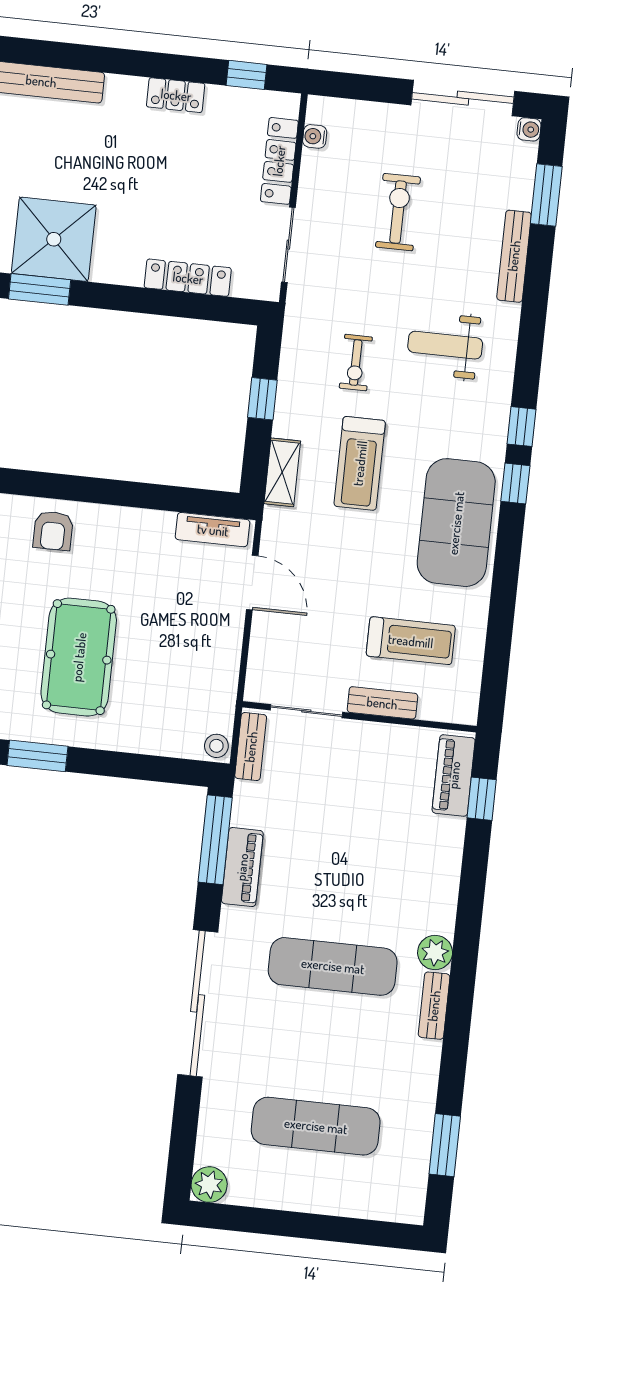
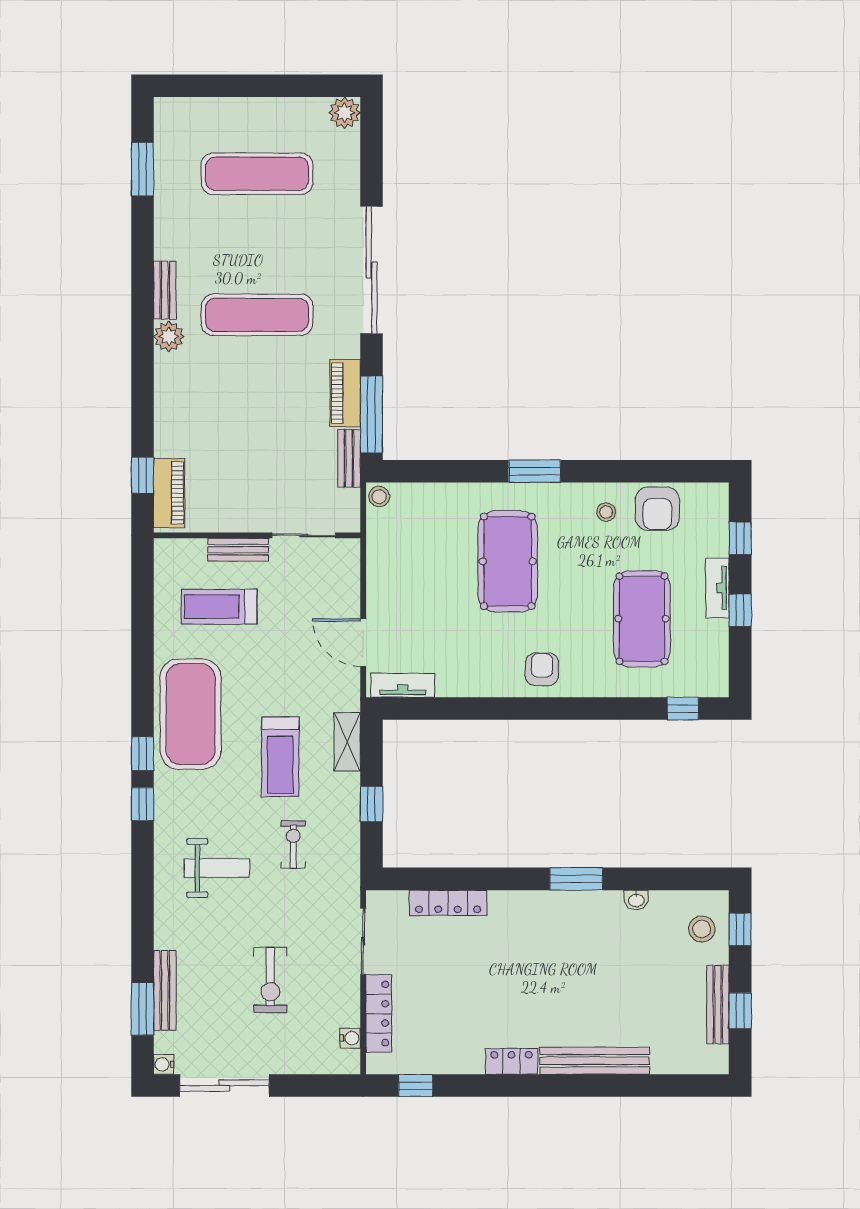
locker: (176, 95) -> (512, 1061), moved
shower: (54, 239) -> (569, 924), removed
bench: (514, 256) -> (165, 990), moved
treadmill: (360, 463) -> (280, 757), turned 180
bench: (251, 747) -> (349, 458), moved

